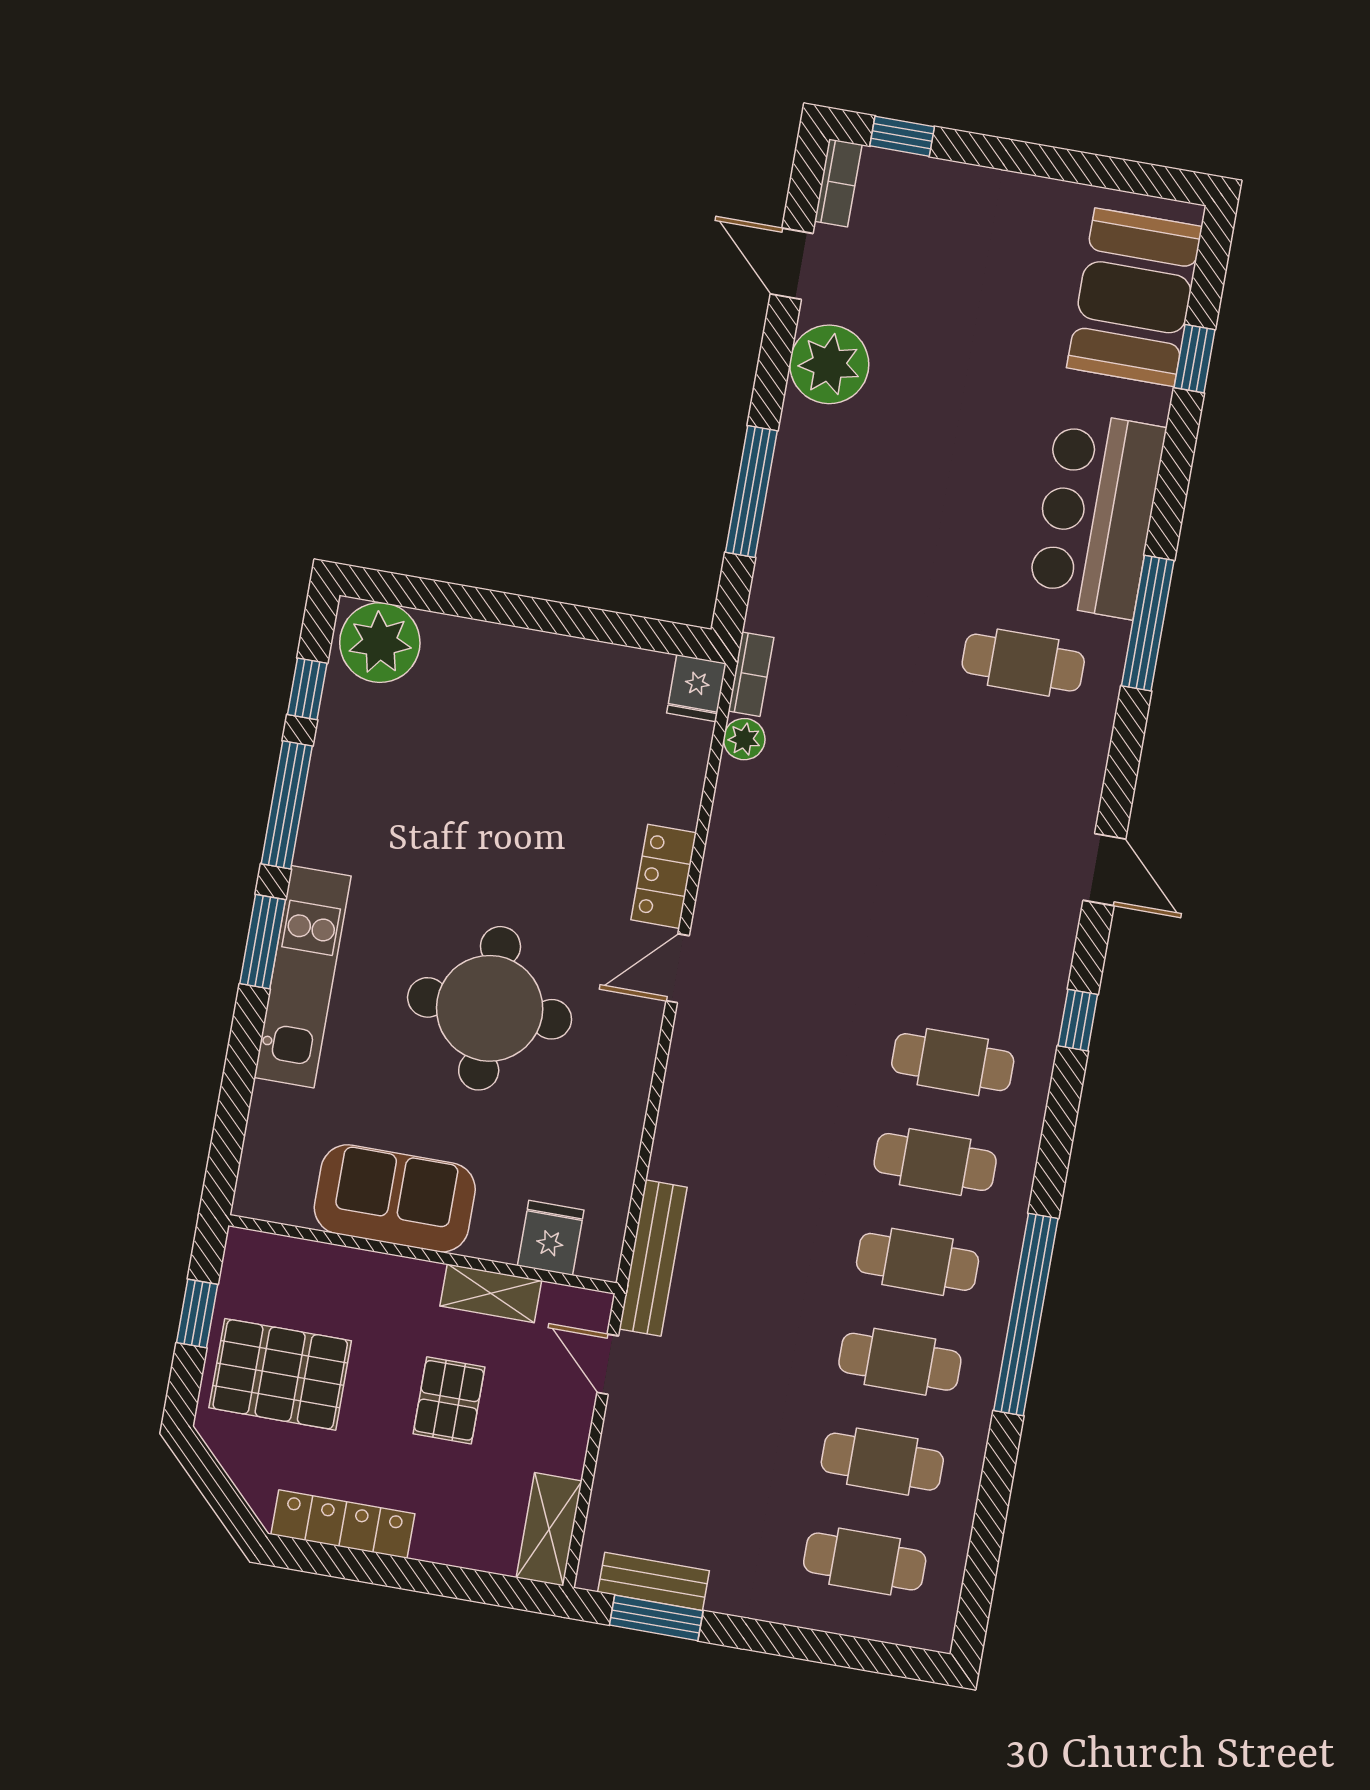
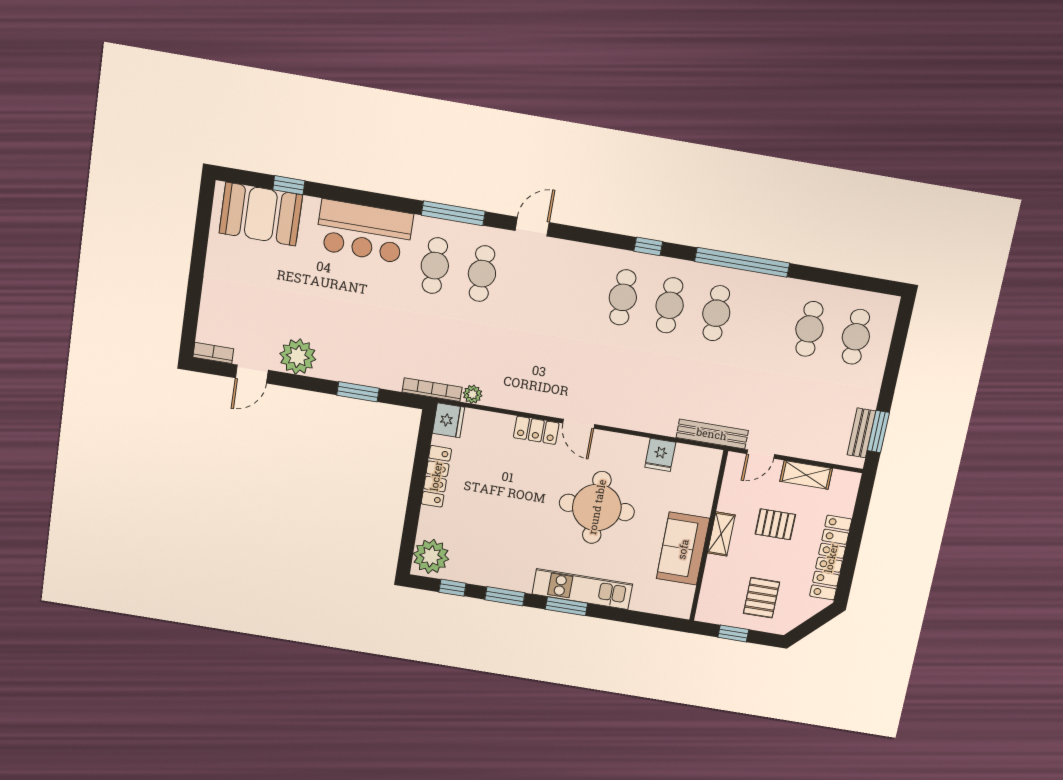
window: (902, 136) -> (190, 324), removed
window: (751, 491) -> (358, 392), width x0.69
window: (1148, 623) -> (453, 213), moved
locker: (562, 658) -> (436, 476), added
bookcase: (751, 674) -> (432, 390), width x1.56
fridge: (696, 688) -> (449, 420), width x1.38
window: (287, 805) -> (505, 596), width x0.69
window: (1078, 1020) -> (648, 246), moved
fridge: (551, 1238) -> (660, 455), moved, turned -90
shelving: (491, 1293) -> (721, 534), moved
cafe table: (900, 1362) -> (482, 274), moved
pallet: (280, 1374) -> (761, 598), width x0.67, depth x0.71
locker: (343, 1524) -> (831, 558), width x1.41, depth x1.21
shelving: (549, 1529) -> (806, 475), moved

